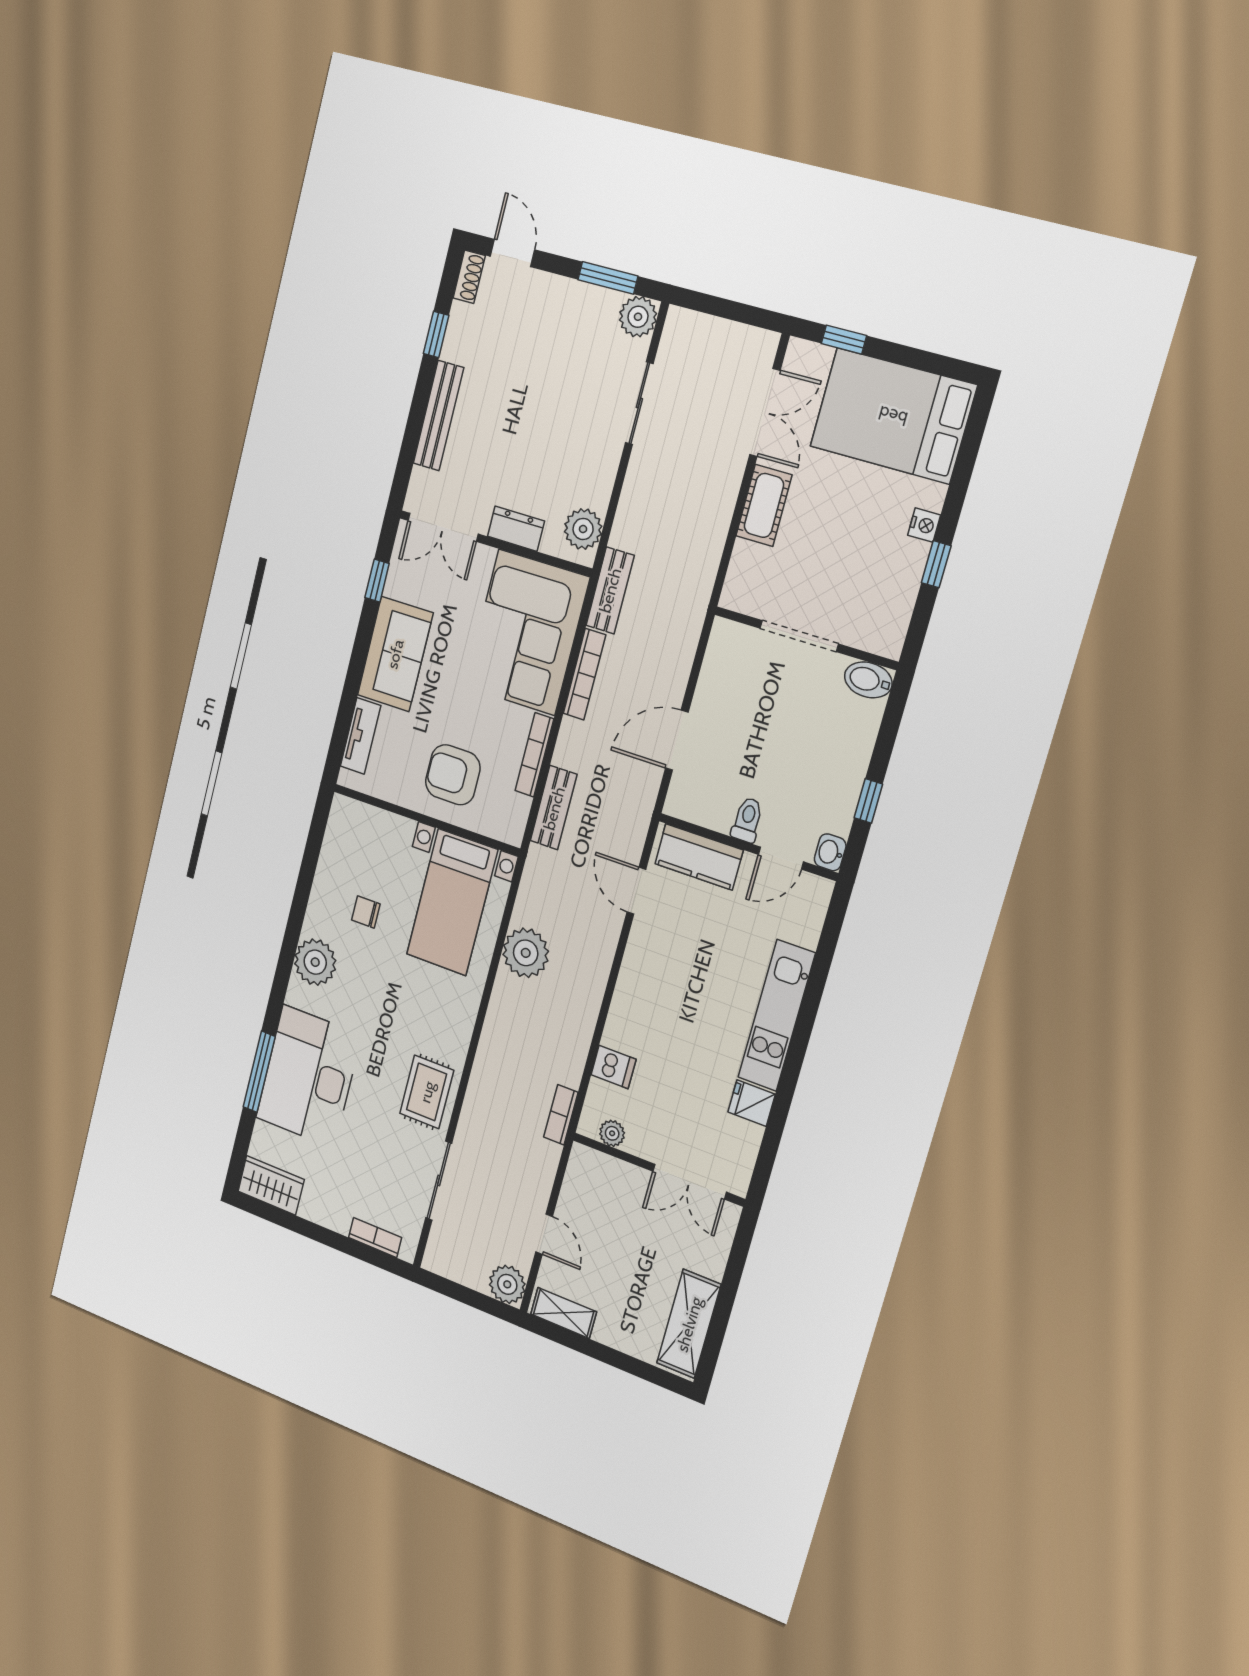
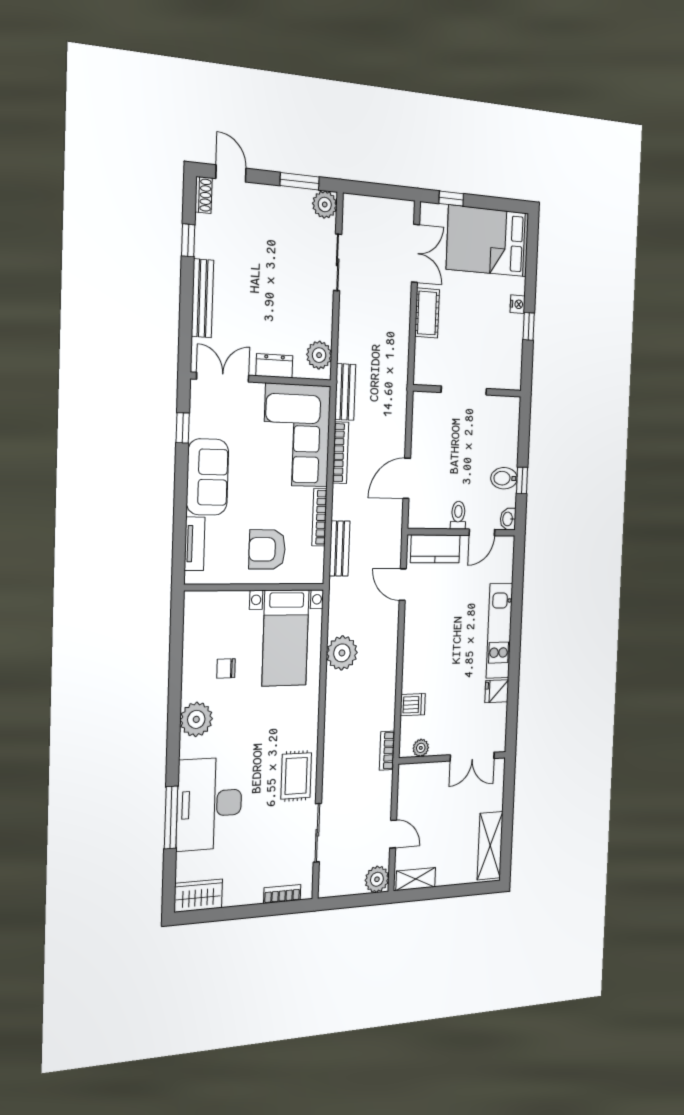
double door: (443, 527) -> (223, 377), swing flipped
bidet: (868, 680) -> (504, 478), moved

